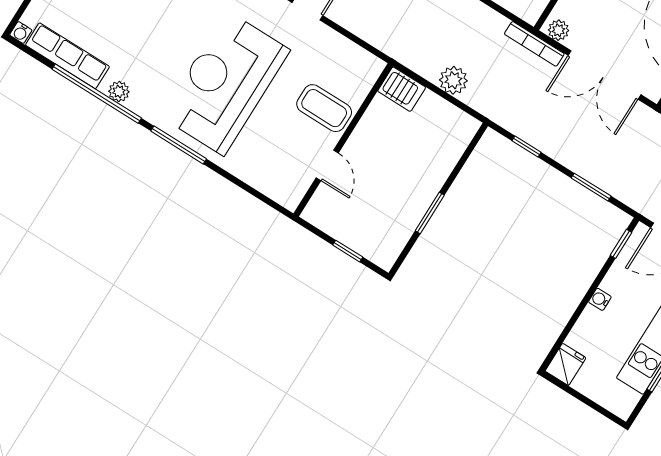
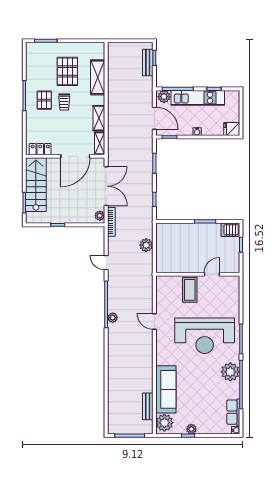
row of seats: (67, 56) -> (233, 412), width x0.68
server rack: (402, 89) -> (230, 230), moved, turned -90
plant: (119, 92) -> (230, 372), width x1.88, depth x1.88

